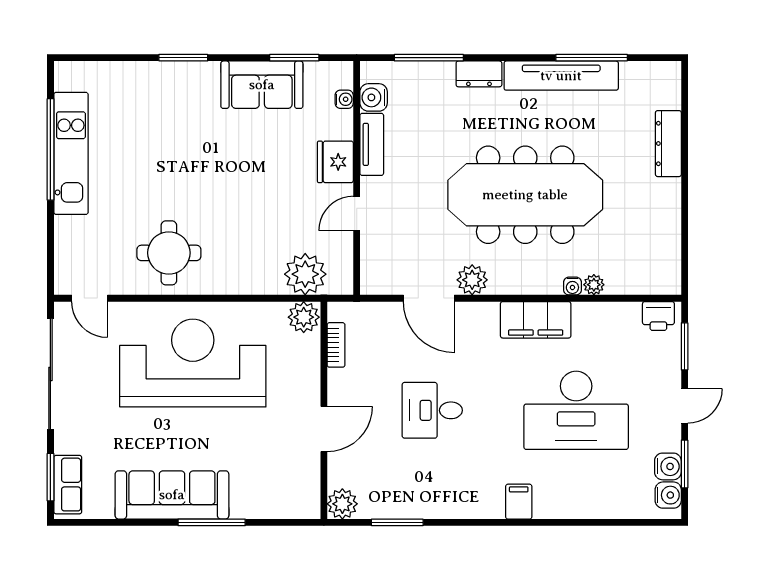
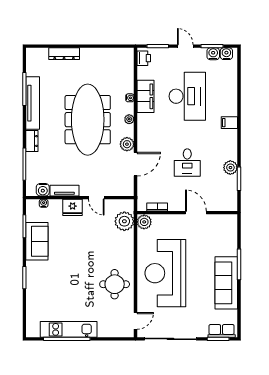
plant: (594, 285) -> (129, 119), moved
filing cabinet: (536, 320) -> (145, 96), moved
plant: (342, 504) -> (230, 168), moved

